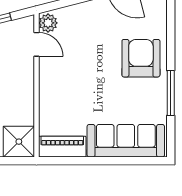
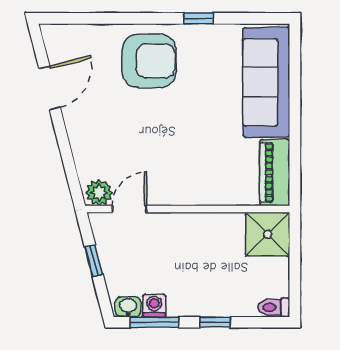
armchair: (141, 58) -> (149, 61), turned 180
window: (171, 93) -> (198, 18), width x0.46

